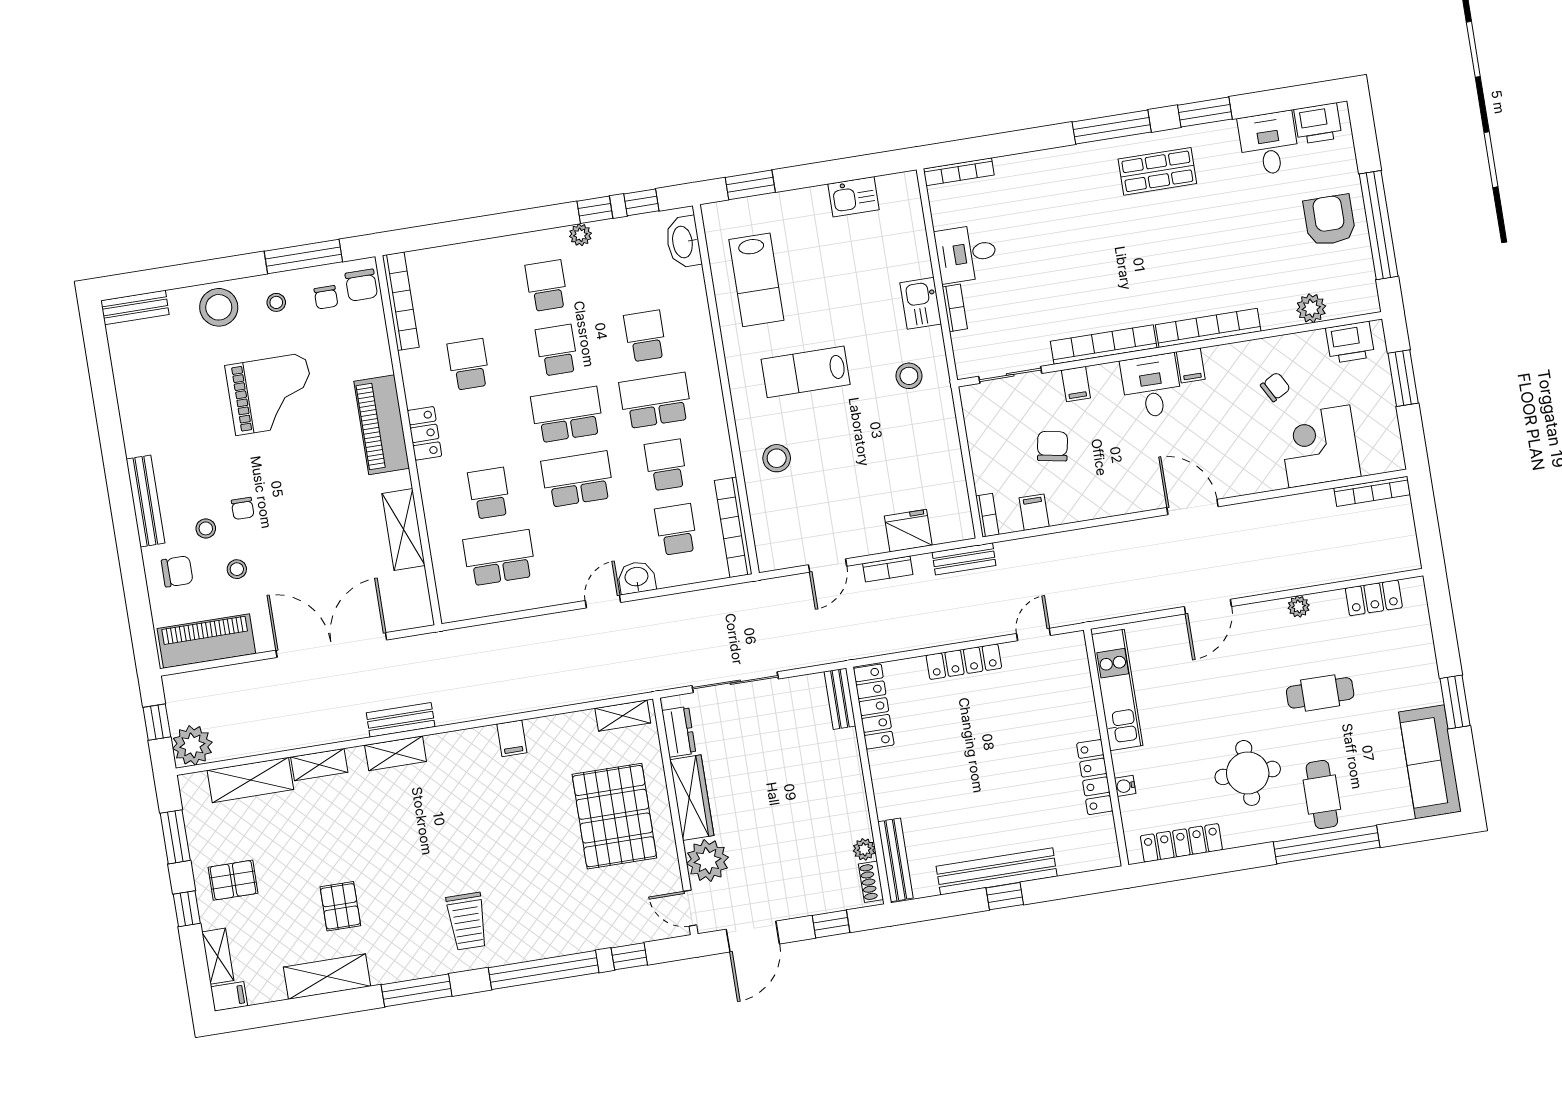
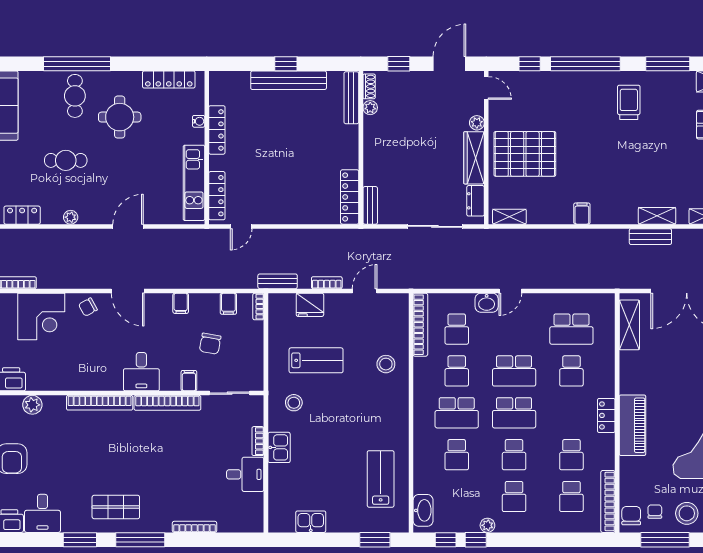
bookcase: (959, 172) -> (195, 527), moved
school desk: (458, 300) -> (571, 497), added
stool: (276, 302) -> (687, 513), width x1.89, depth x1.89
filing cabinet: (1191, 365) -> (181, 303), moved, turned 180
lab bench: (806, 372) -> (316, 360), moved
chair: (1275, 387) -> (88, 307), moved
shelving: (403, 530) -> (629, 325), moved
locker: (964, 662) -> (217, 196), moved, turned 90
pallet: (614, 816) -> (525, 154), turned 90
plant: (707, 861) -> (477, 123), width x0.53, depth x0.53

